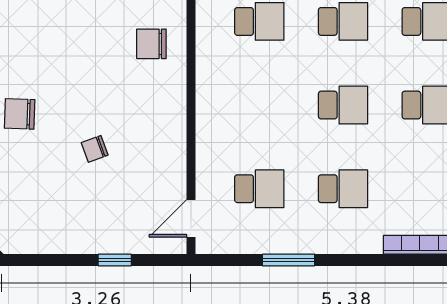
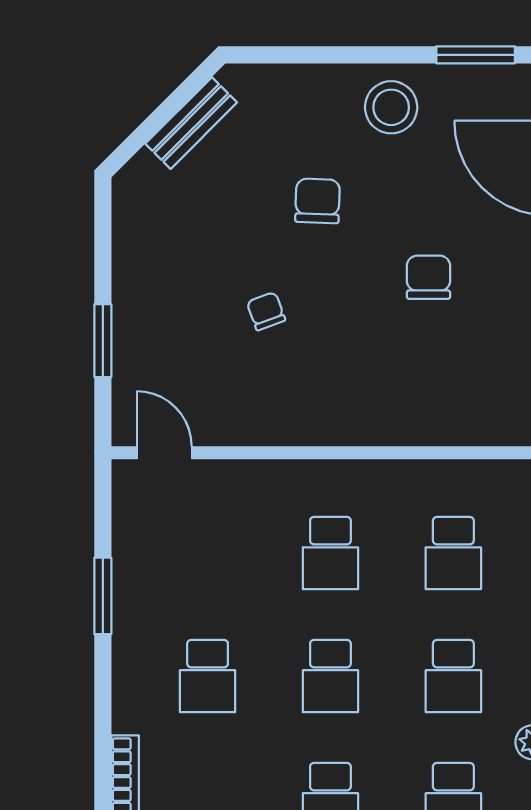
chair: (151, 44) -> (428, 277), moved
school desk: (259, 189) -> (330, 553), moved
window: (115, 260) -> (103, 341), width x1.50

